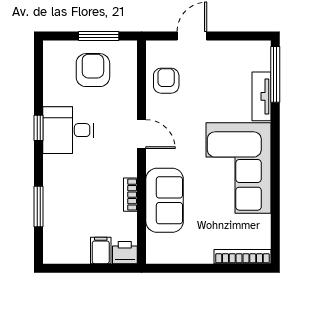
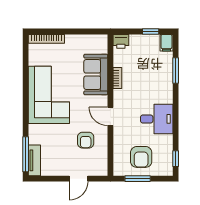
armchair: (166, 81) -> (86, 140), moved
tv unit: (261, 96) -> (34, 160), moved
window: (39, 128) -> (176, 159), moved
filing cabinet: (101, 250) -> (166, 43), moved
window: (78, 268) -> (151, 31), added

